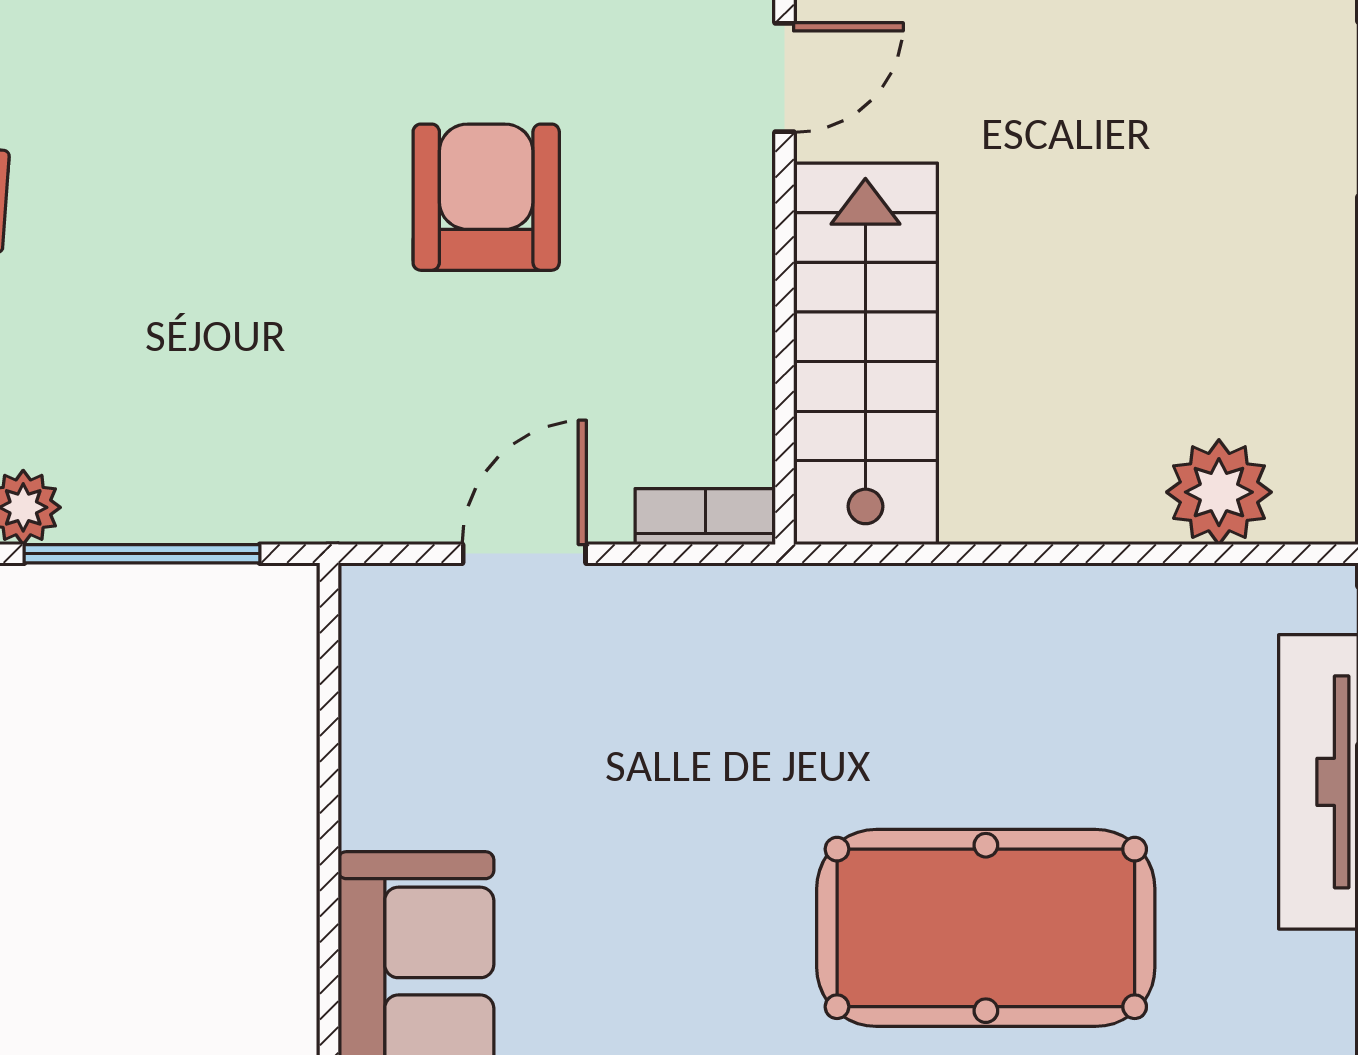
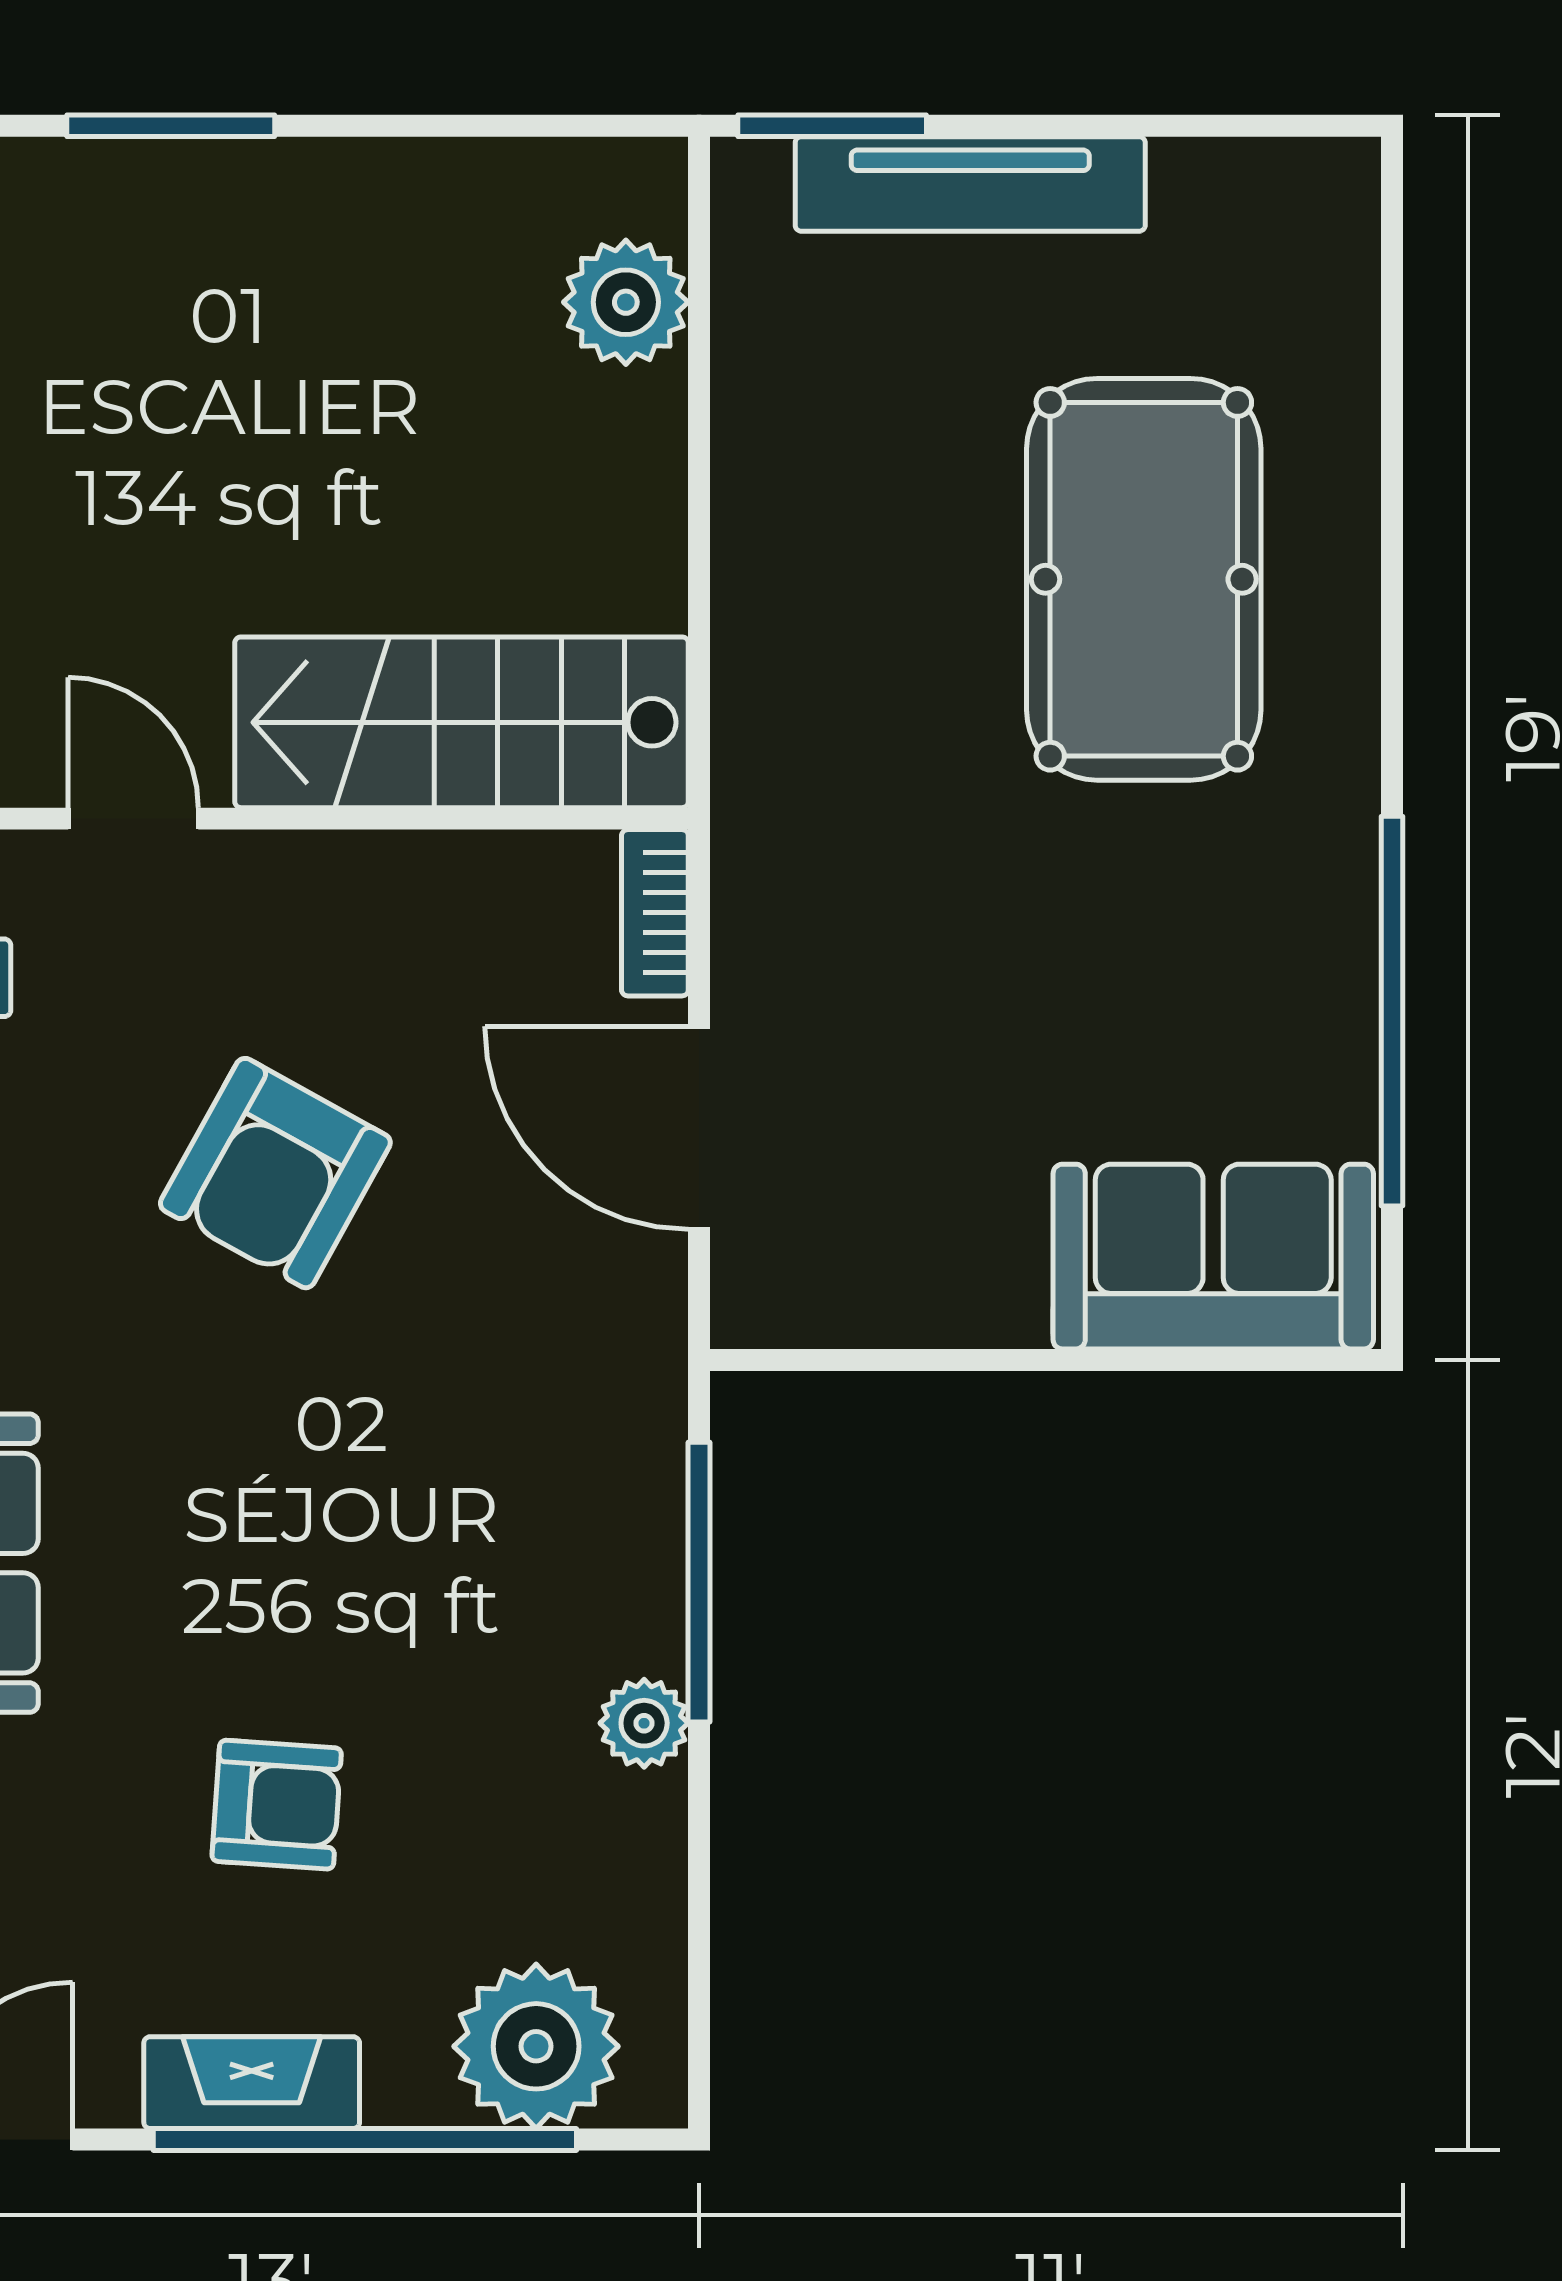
armchair: (486, 197) -> (275, 1173), turned -61
door: (524, 554) -> (699, 1128), width x1.38

